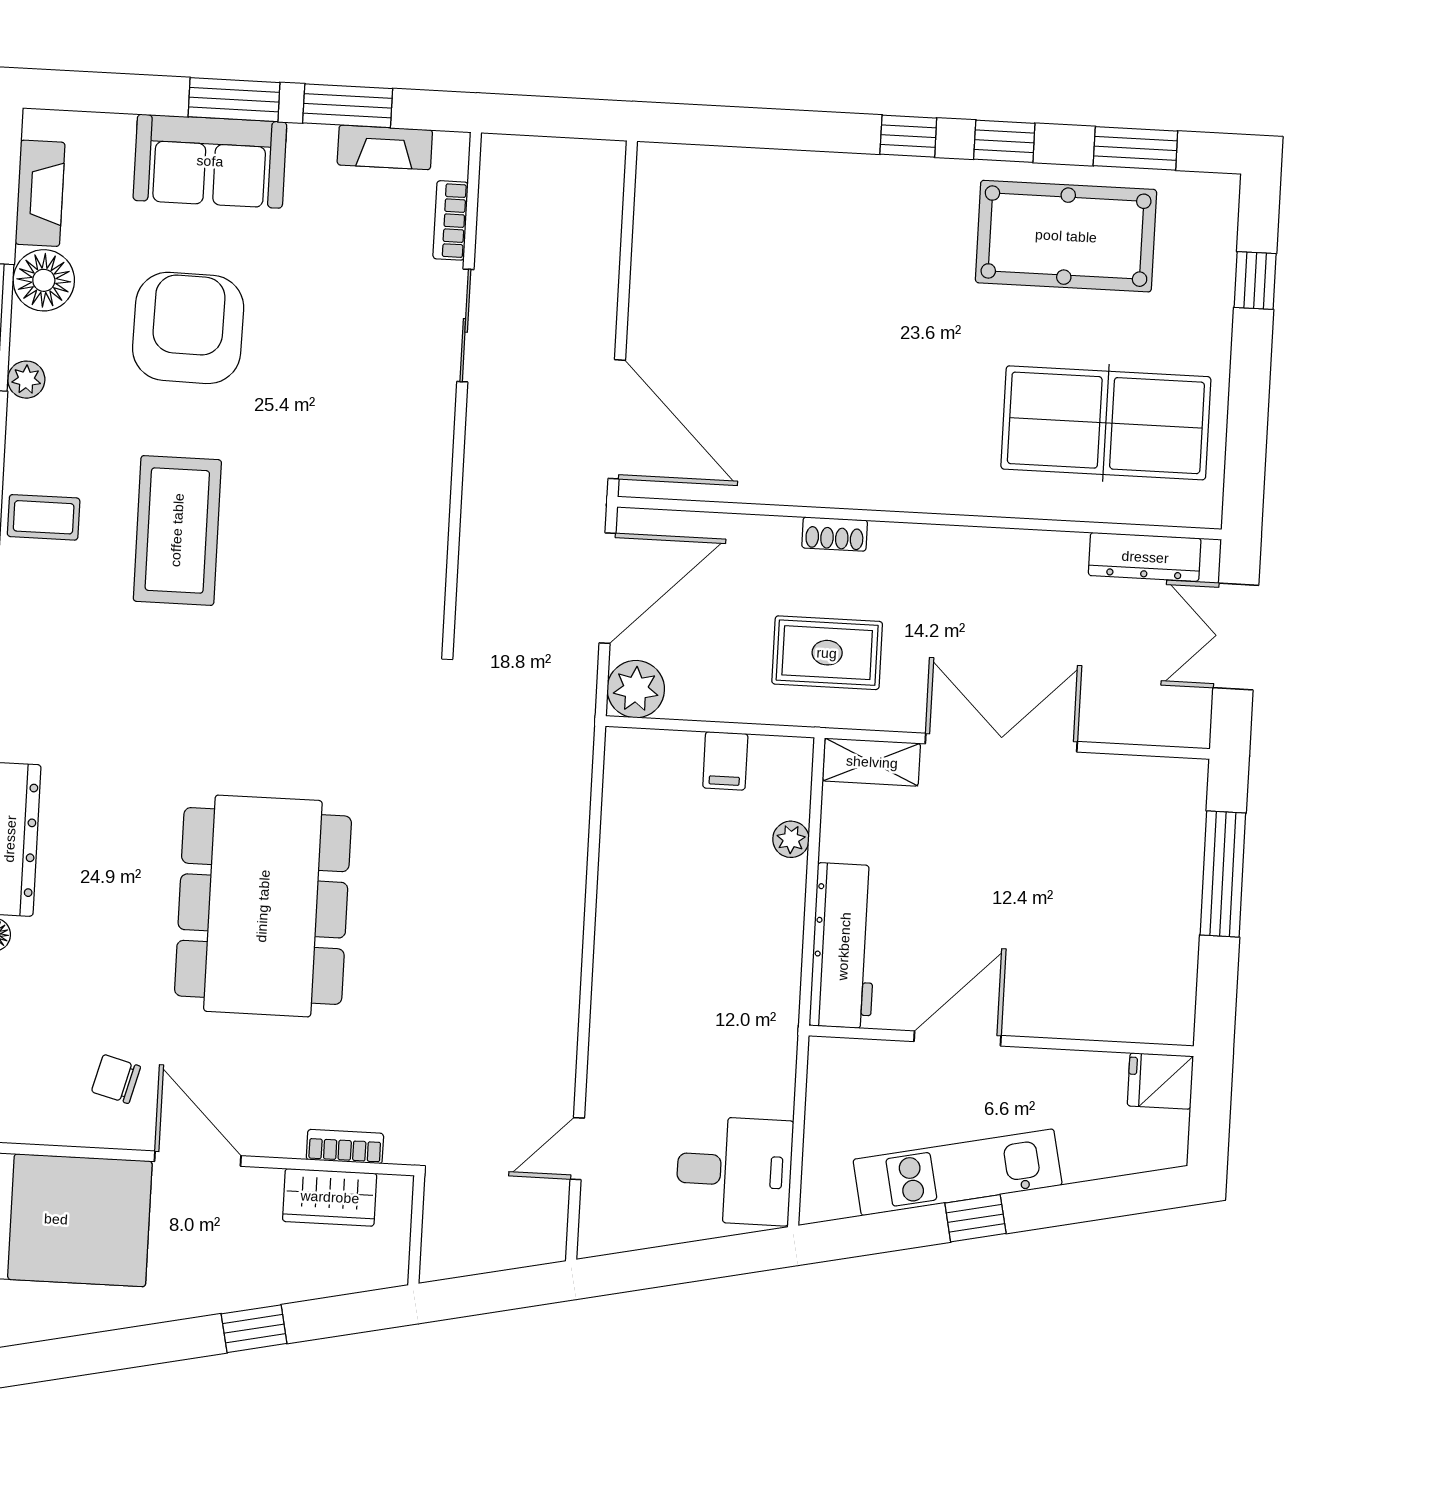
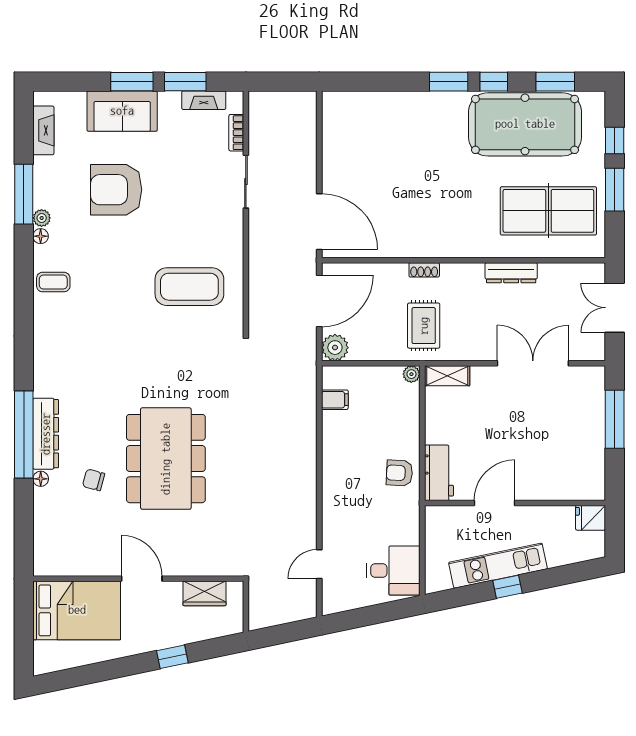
window: (908, 136) -> (449, 82), width x1.50
pool table: (1066, 236) -> (525, 124), width x1.36, depth x1.32
floor lamp: (44, 280) -> (41, 236), moved, width x0.53, depth x0.53
armchair: (188, 328) -> (116, 190), turned -91
window: (1249, 385) -> (615, 190), added
coffee table: (177, 530) -> (189, 287), moved, turned 90
dresser: (1145, 557) -> (511, 273), moved
rug: (827, 653) -> (424, 326), turned 90
double door: (1001, 743) -> (533, 363), moved
filing cabinet: (725, 761) -> (335, 400), moved, turned -90
plant: (791, 839) -> (411, 374), moved
workbench: (844, 946) -> (439, 473), width x0.73
armchair: (758, 964) -> (399, 473), added
chair: (116, 1079) -> (94, 480), moved
bookcase: (345, 1147) -> (210, 569), removed

